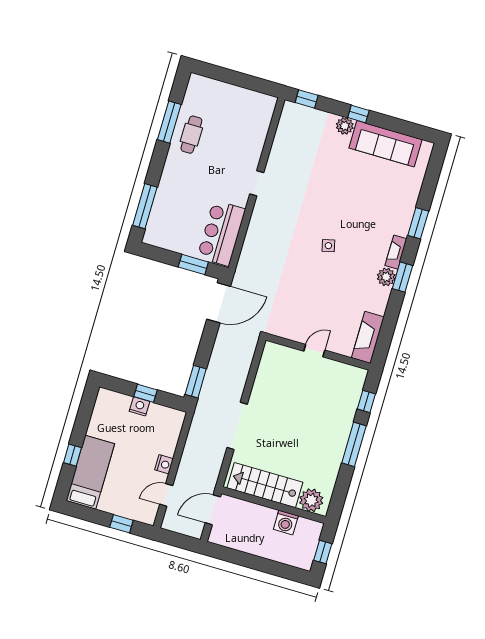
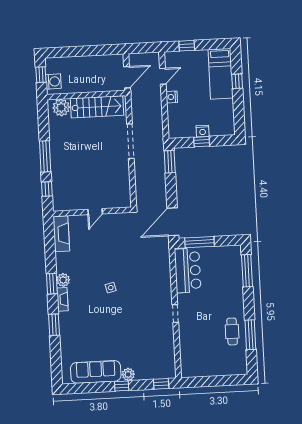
window: (193, 265) -> (200, 242), width x1.44
washing machine: (286, 523) -> (53, 81), moved, turned 90

